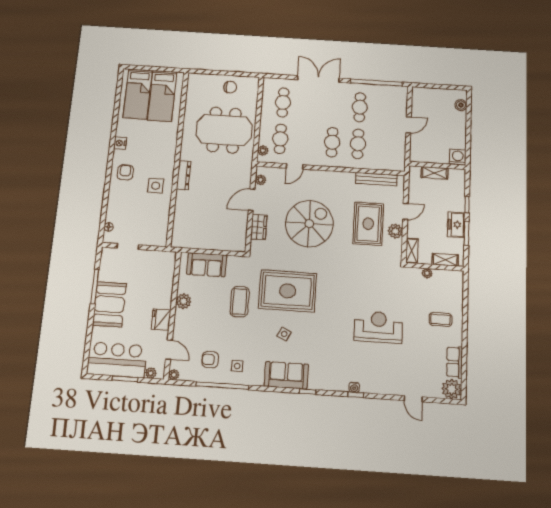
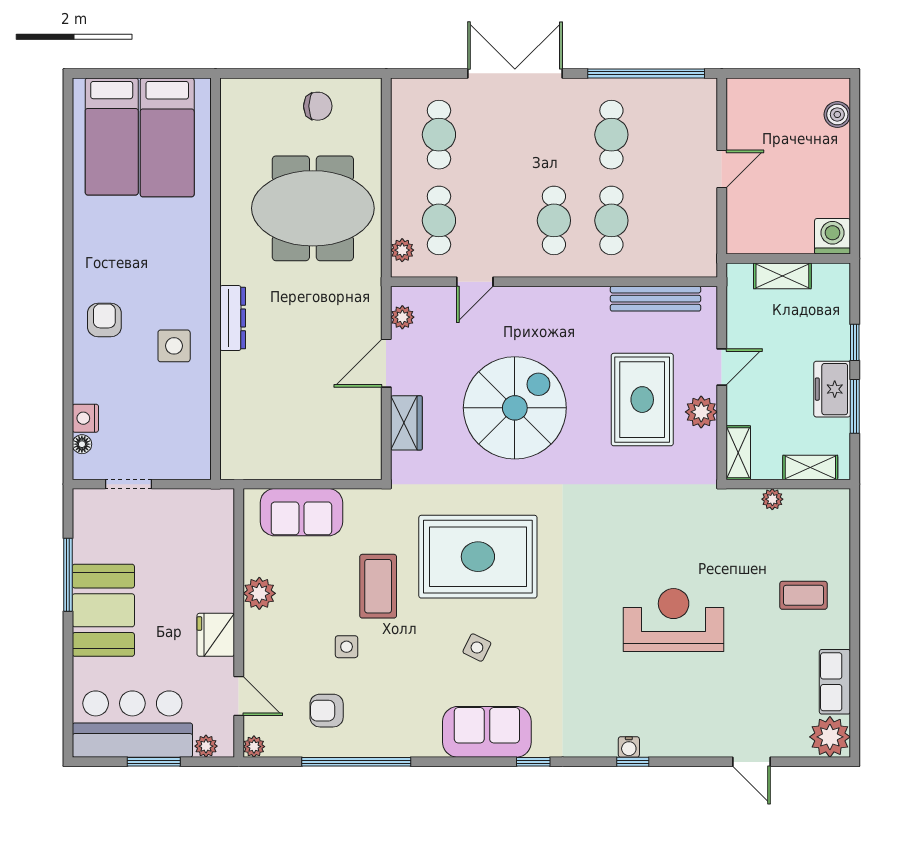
nightstand: (120, 143) -> (85, 418), moved
side table: (237, 366) -> (347, 647), moved

